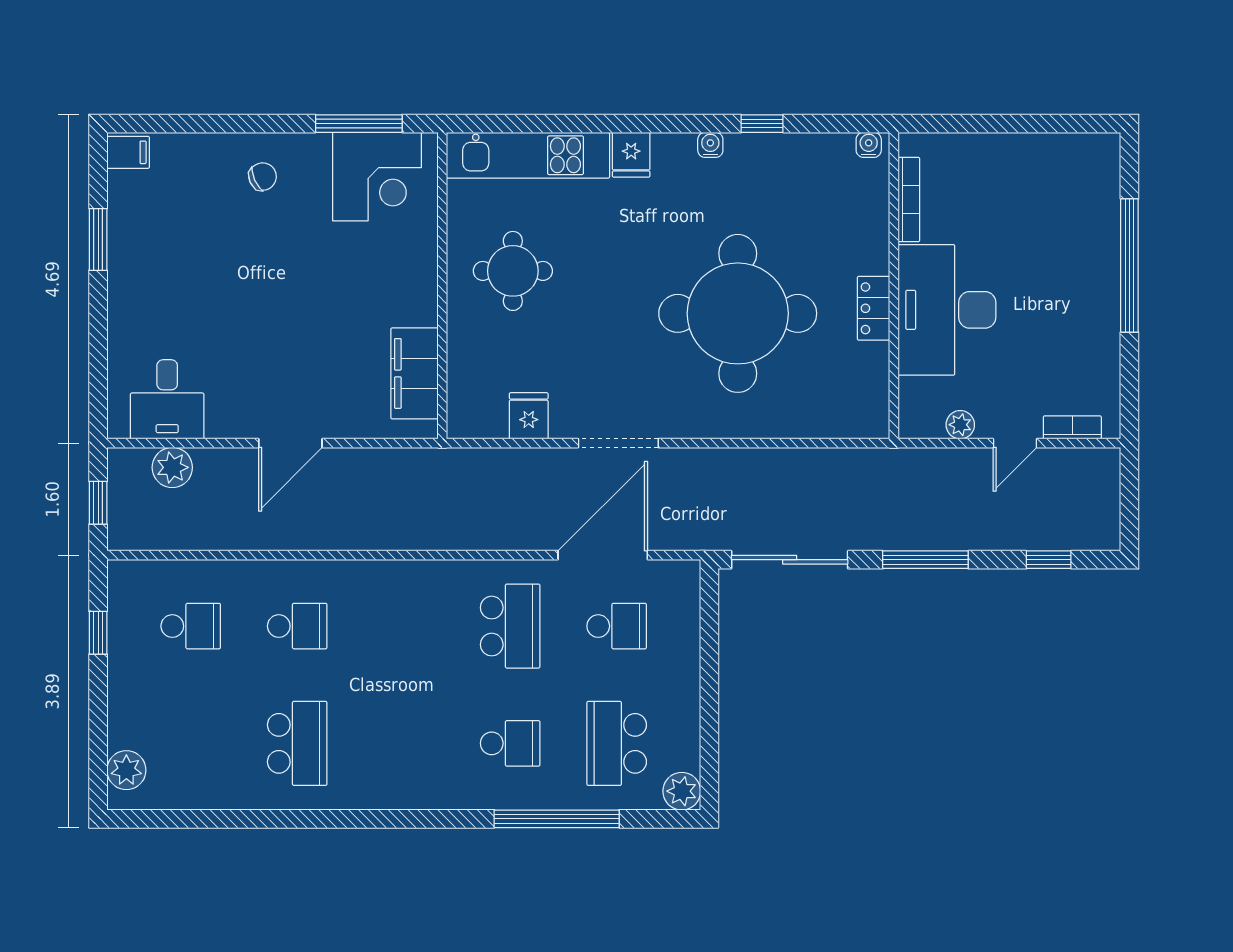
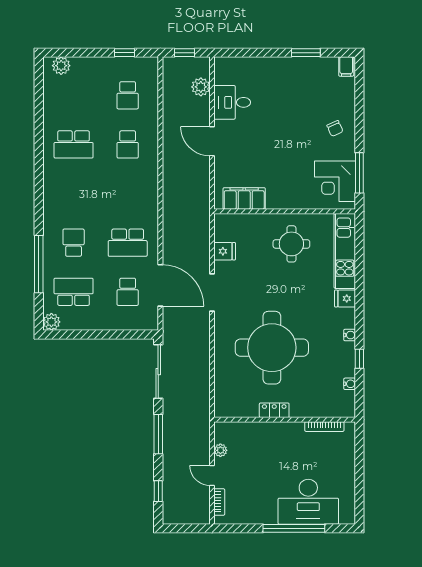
water cooler: (869, 145) -> (350, 384), moved
desk: (947, 310) -> (308, 502), moved, turned 180
desk: (167, 399) -> (232, 102), moved
school desk: (510, 743) -> (74, 243), turned 180

